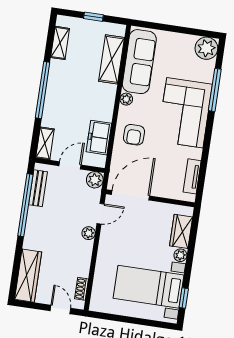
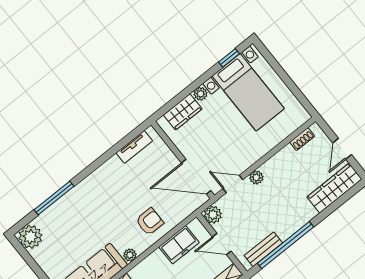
corner sofa: (185, 113) -> (94, 202), removed
door: (60, 310) -> (342, 149), moved

